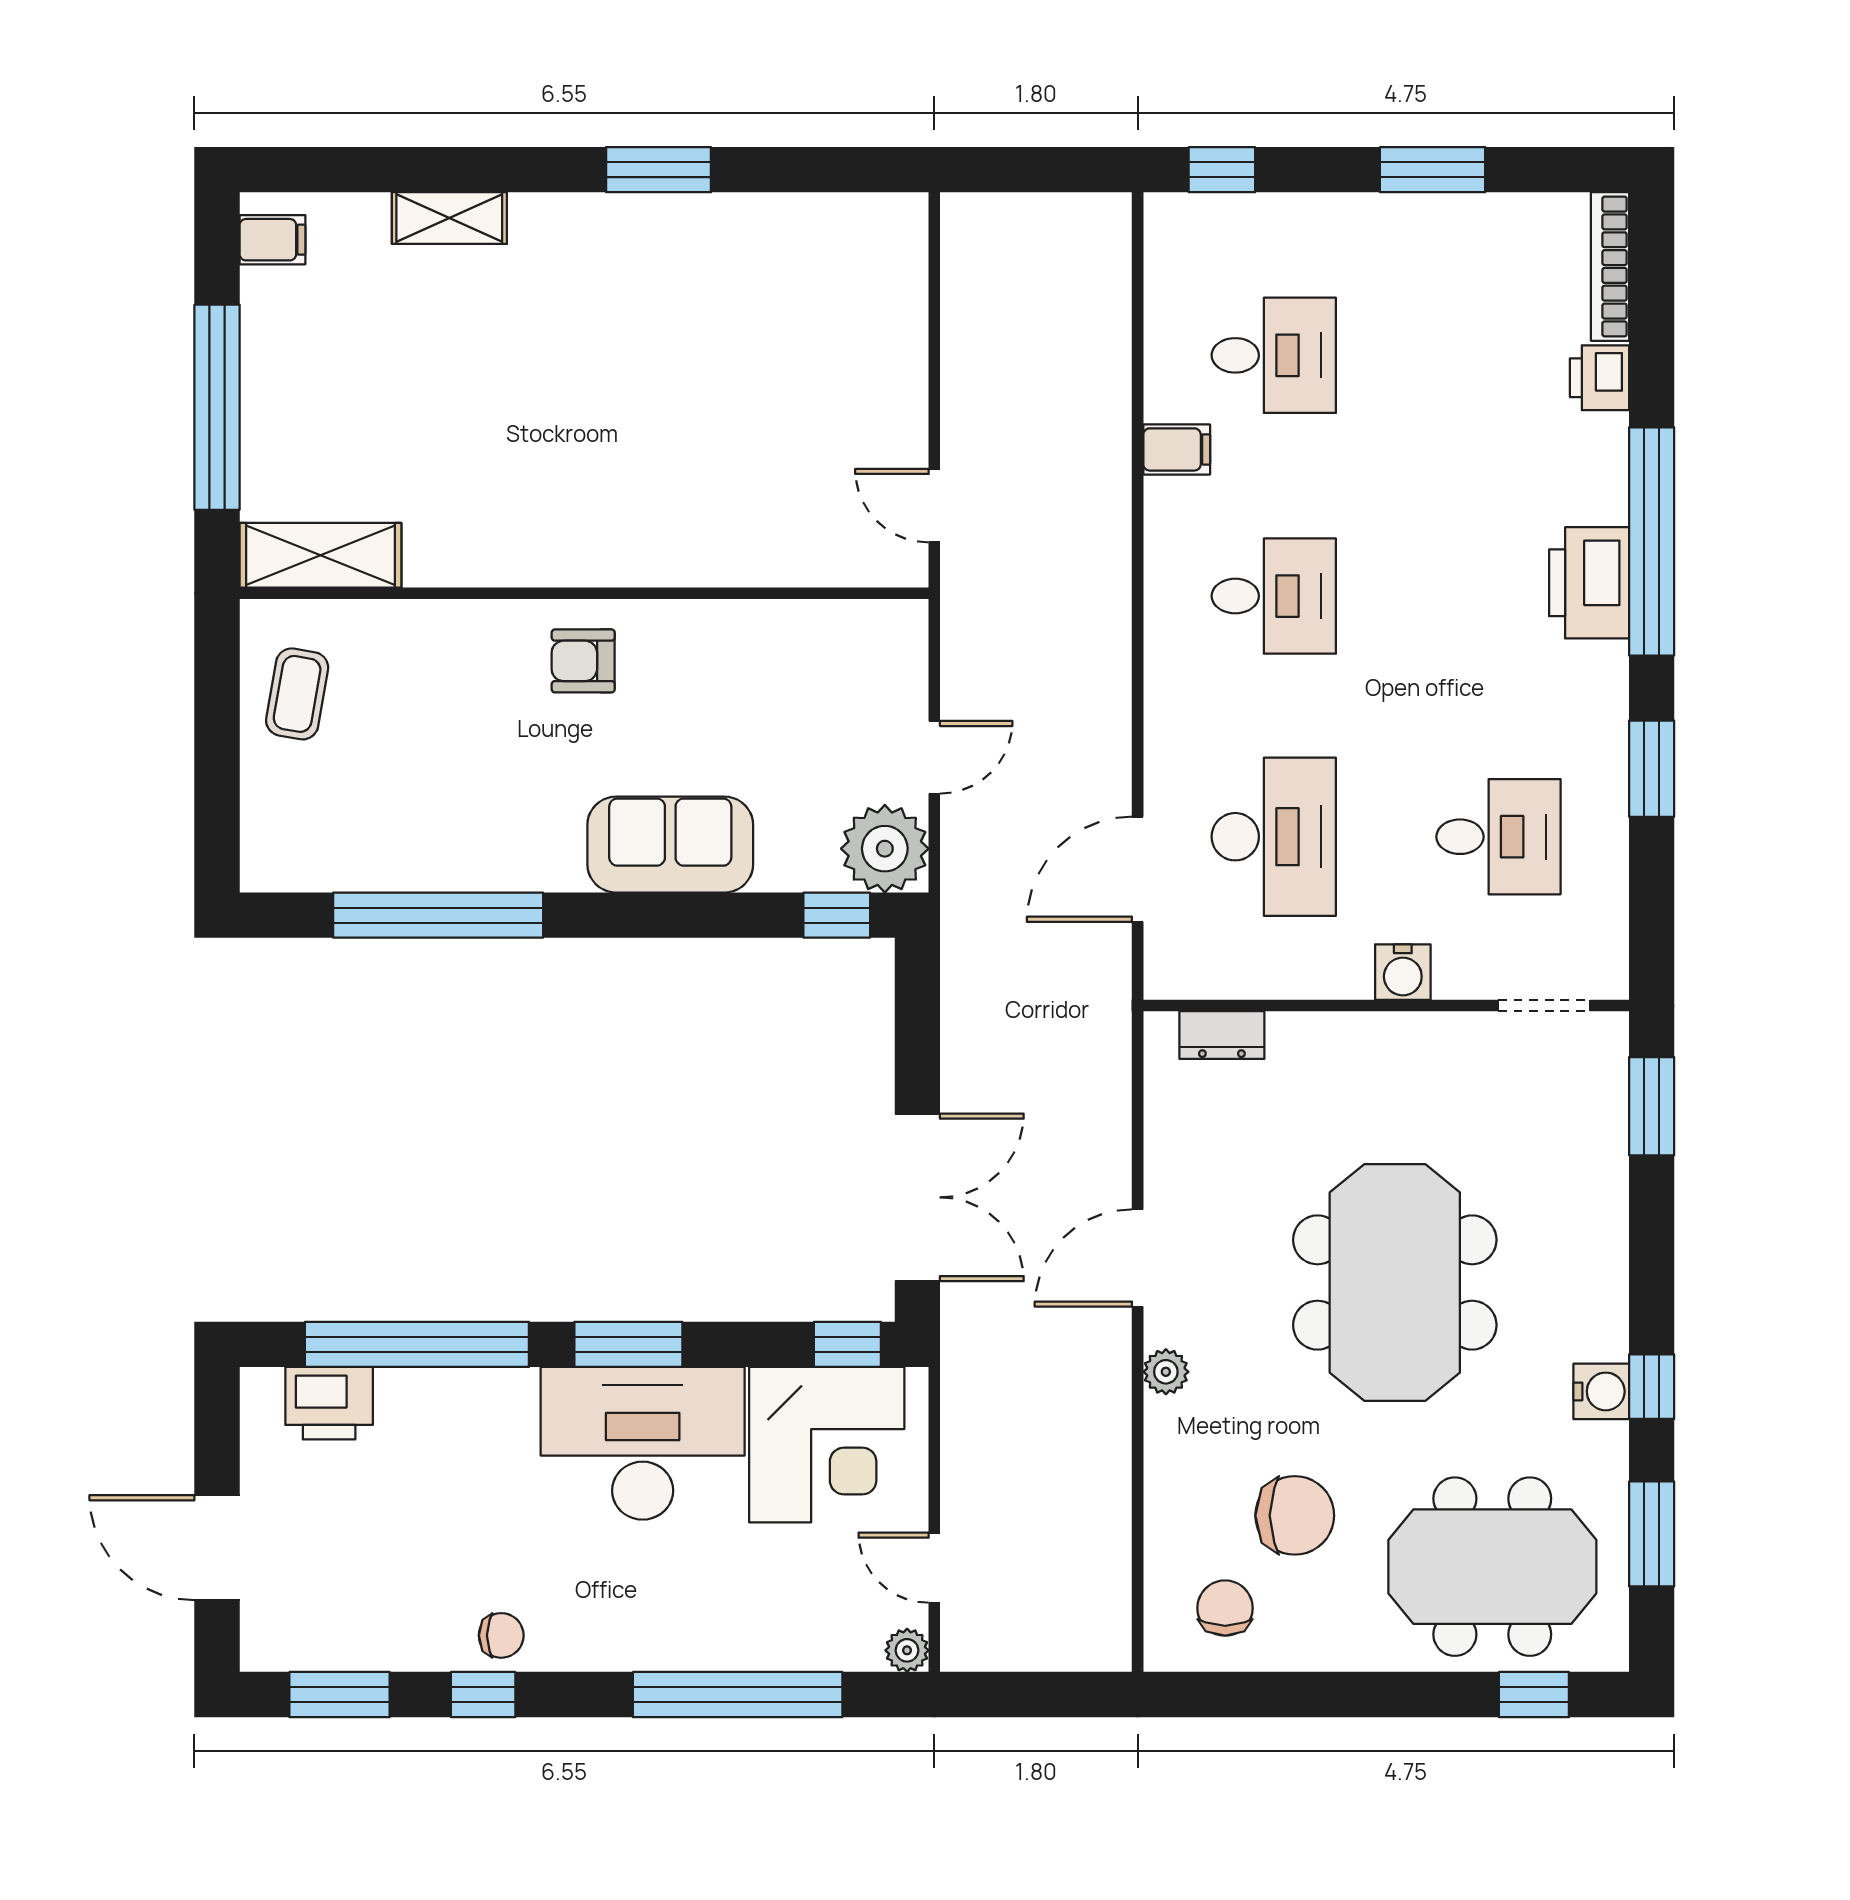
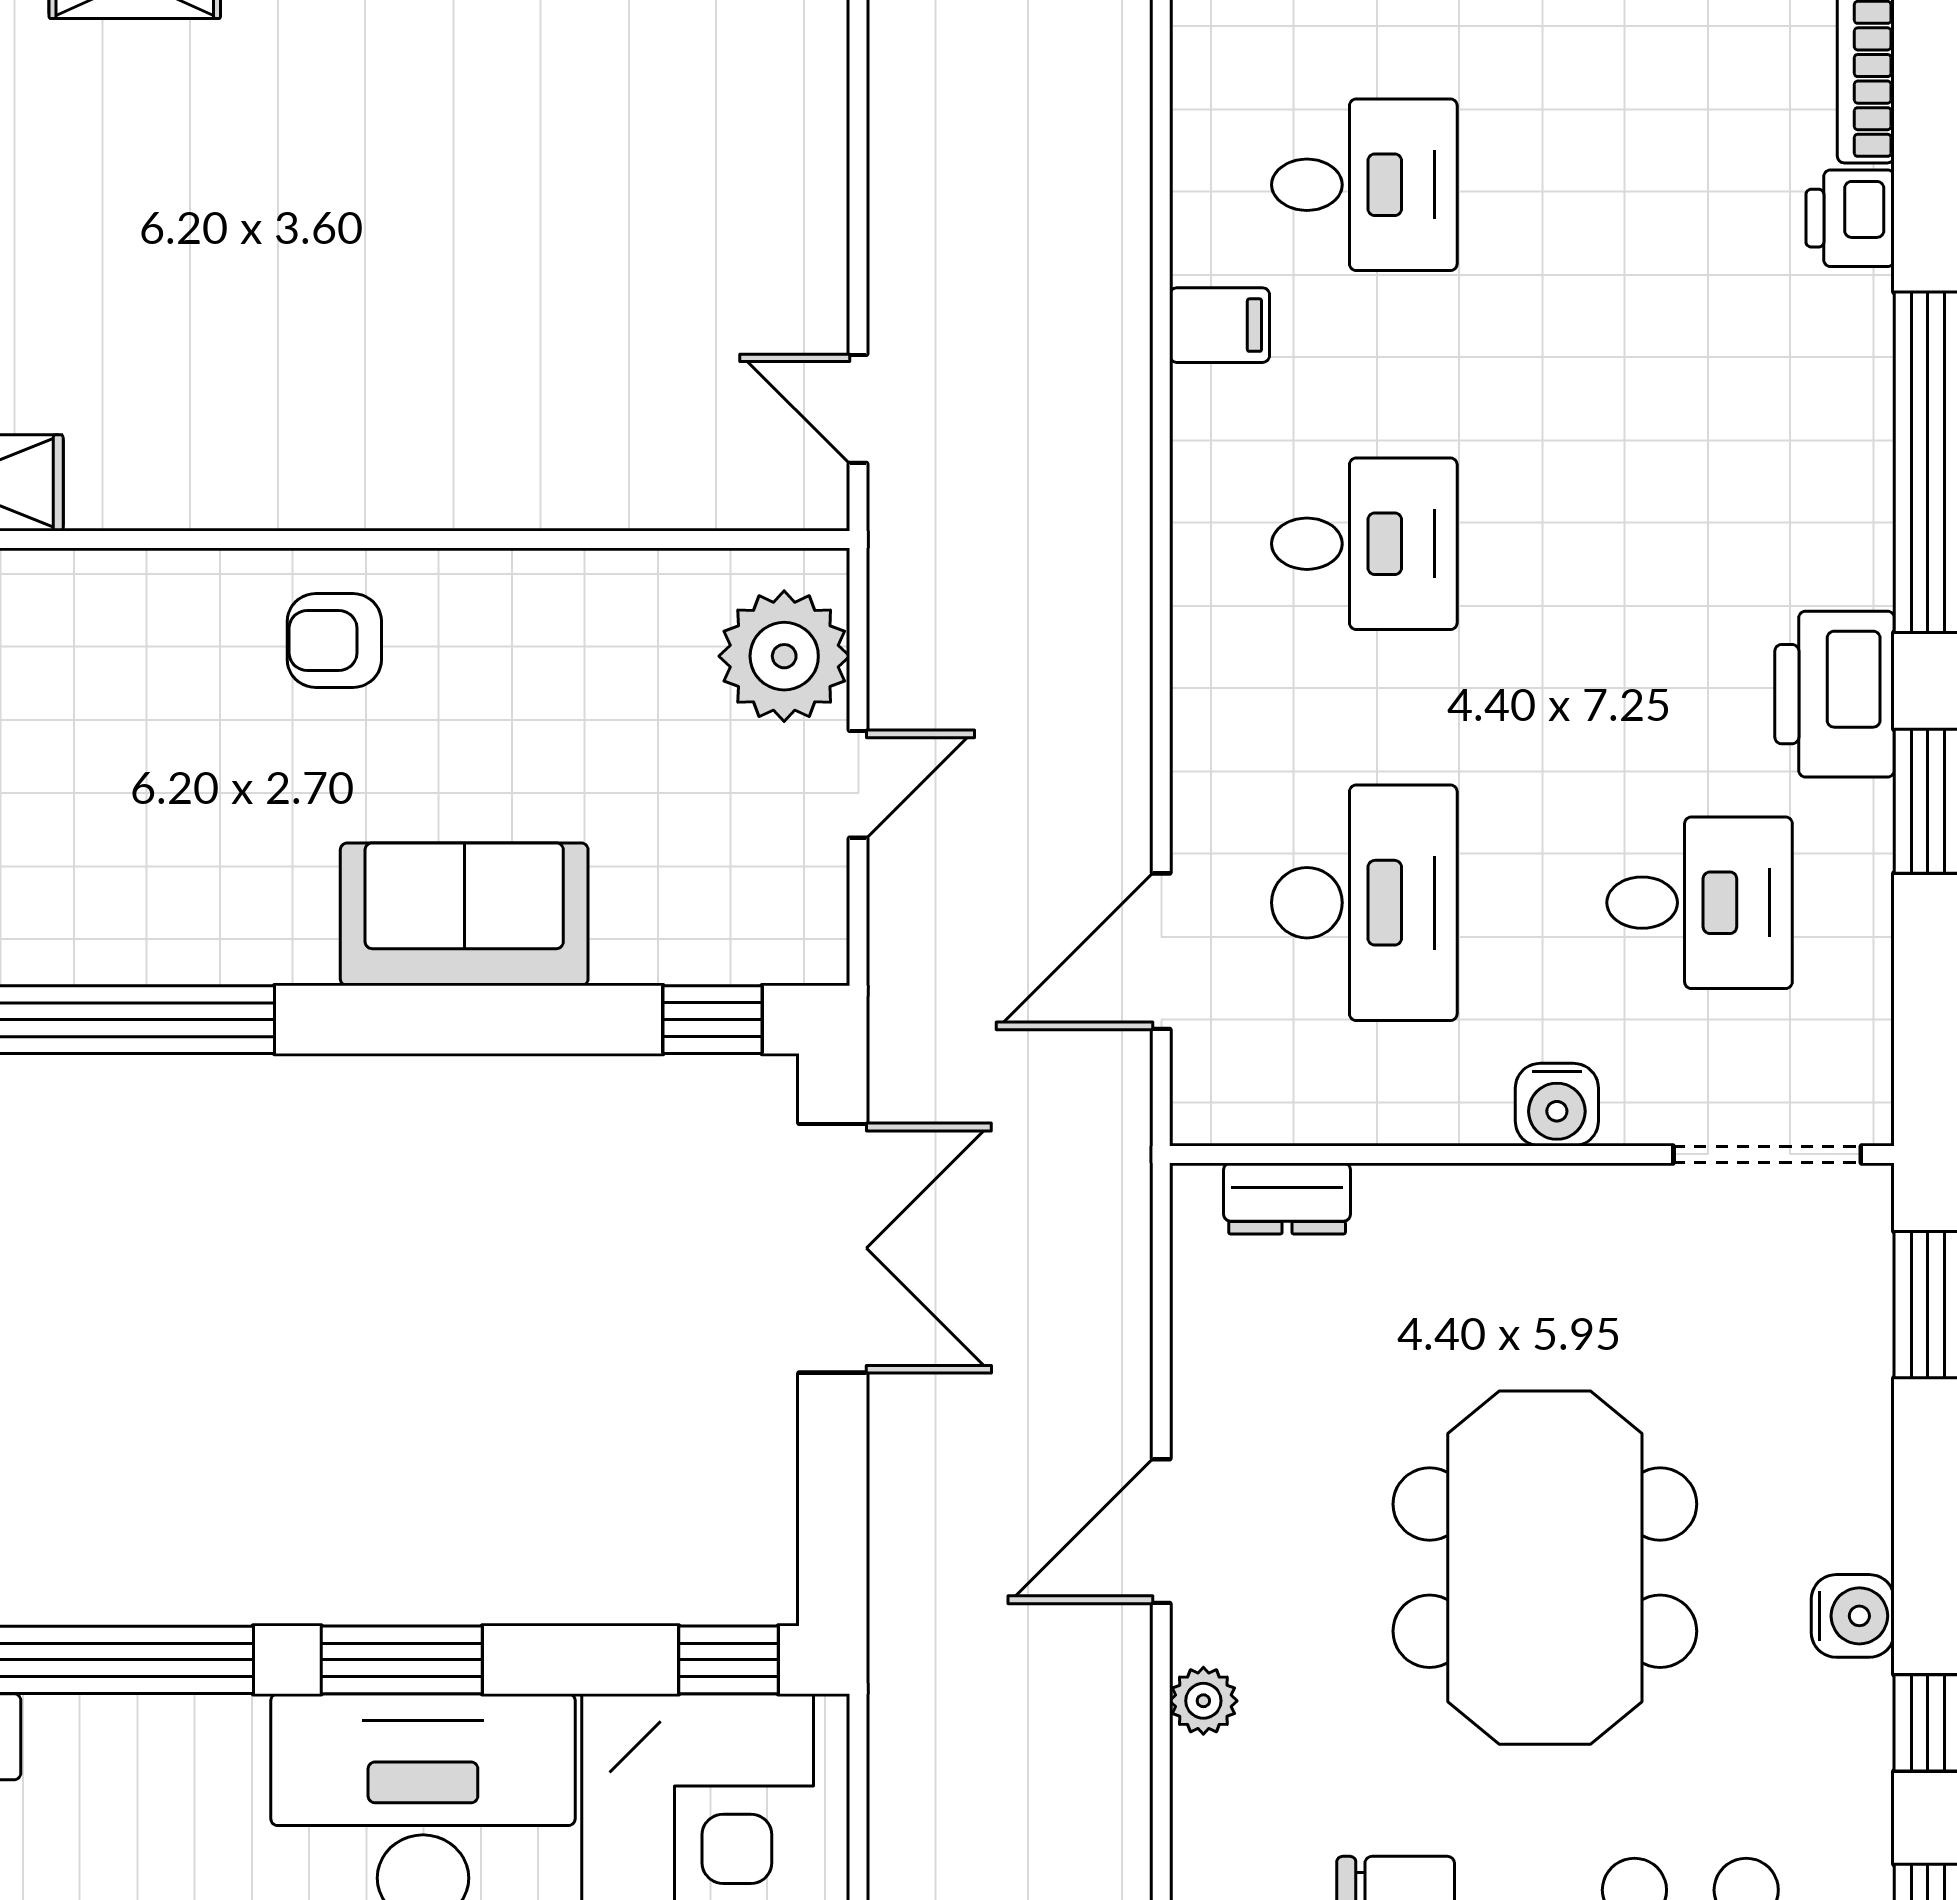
printer: (1589, 583) -> (1835, 694), moved
plant: (885, 849) -> (784, 656), moved
doorway: (1544, 1005) -> (1767, 1154), width x1.38
double door: (917, 1197) -> (833, 1248), moved
water cooler: (1601, 1391) -> (1853, 1616), moved

